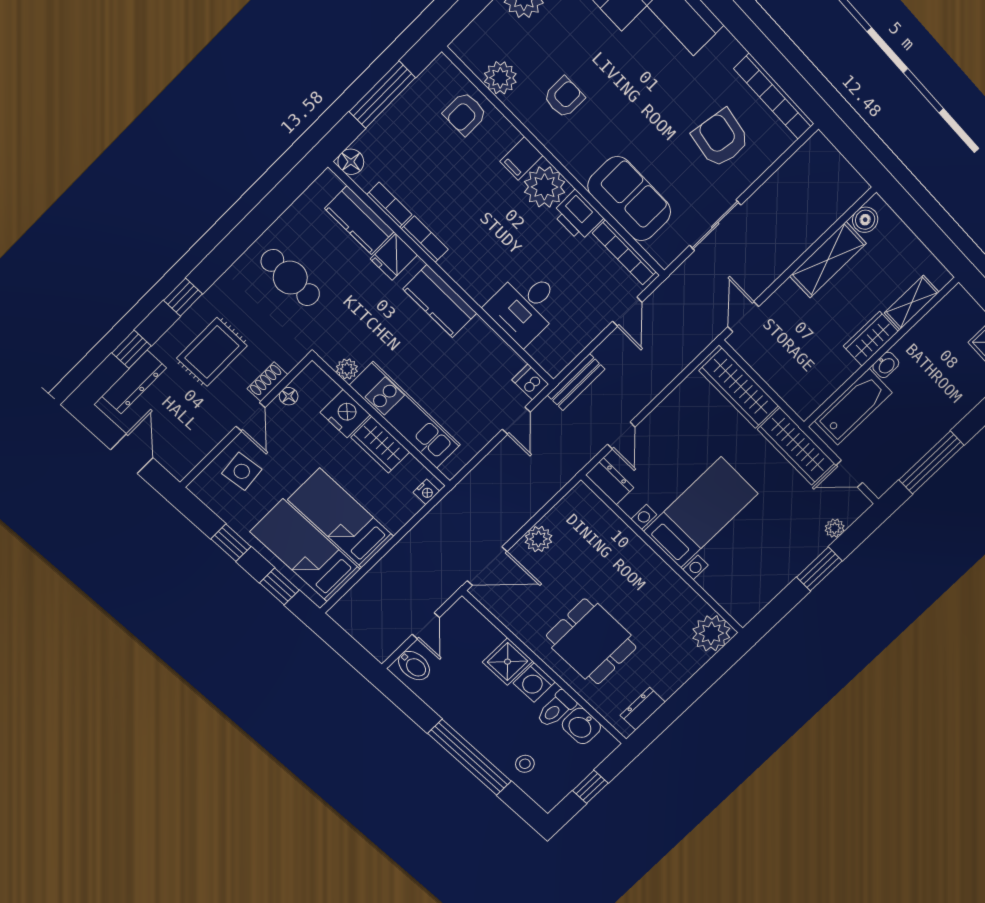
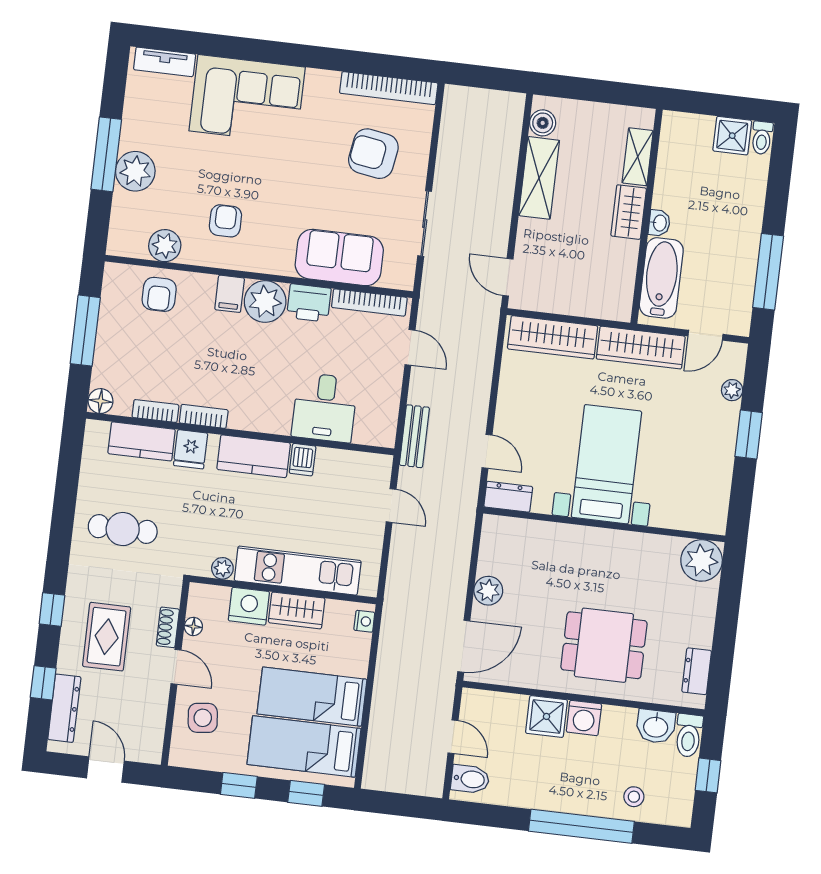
dishwasher: (530, 382) -> (303, 460), moved, turned -90
toilet: (556, 709) -> (689, 735), moved

